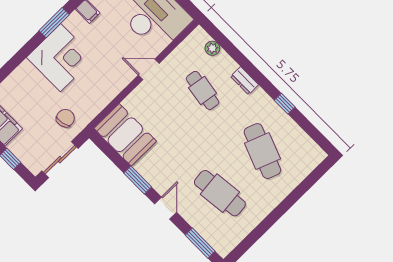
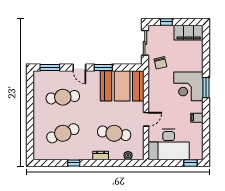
window: (54, 23) -> (206, 88), moved
cafe table: (203, 90) -> (114, 133), width x1.37, depth x1.35
booth: (125, 135) -> (122, 86), width x1.36, depth x1.42
cafe table: (262, 151) -> (63, 133), turned -42

